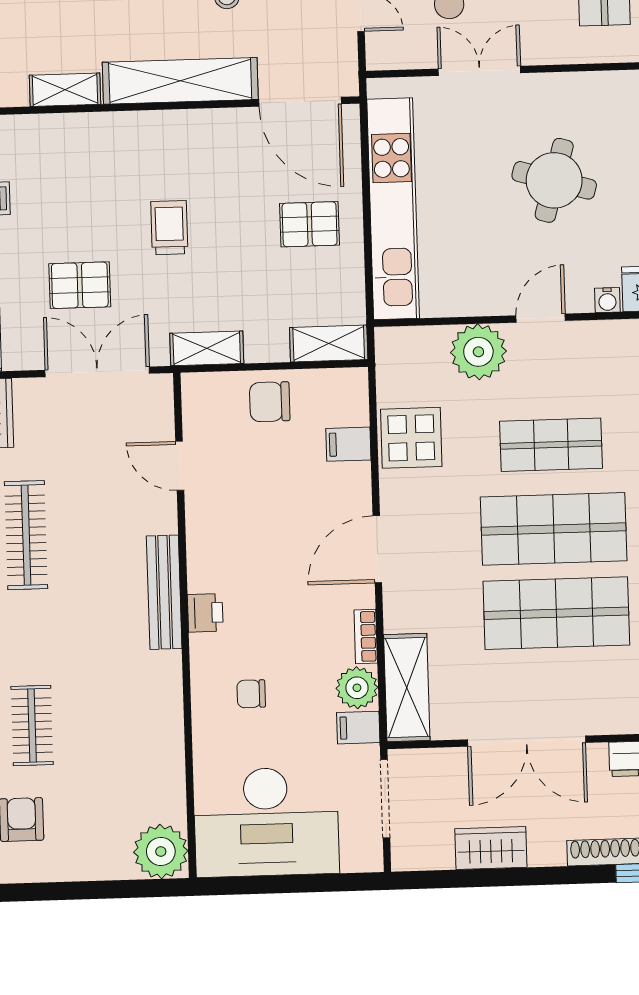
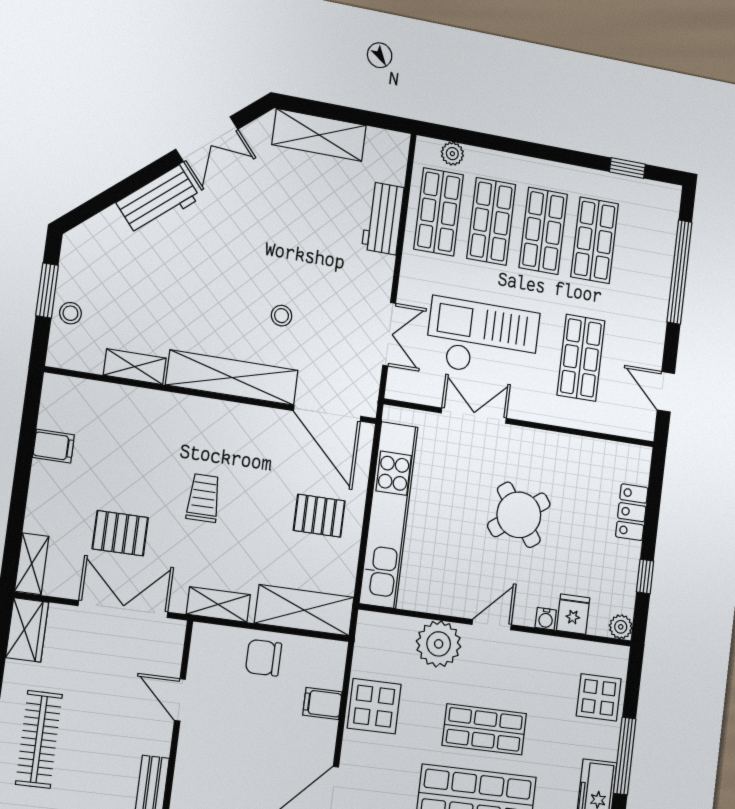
round table: (554, 180) -> (519, 515), turned 38
shelving: (329, 344) -> (304, 610), width x1.50, depth x1.33

